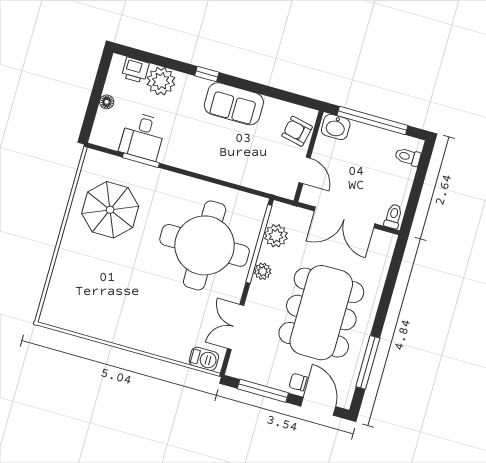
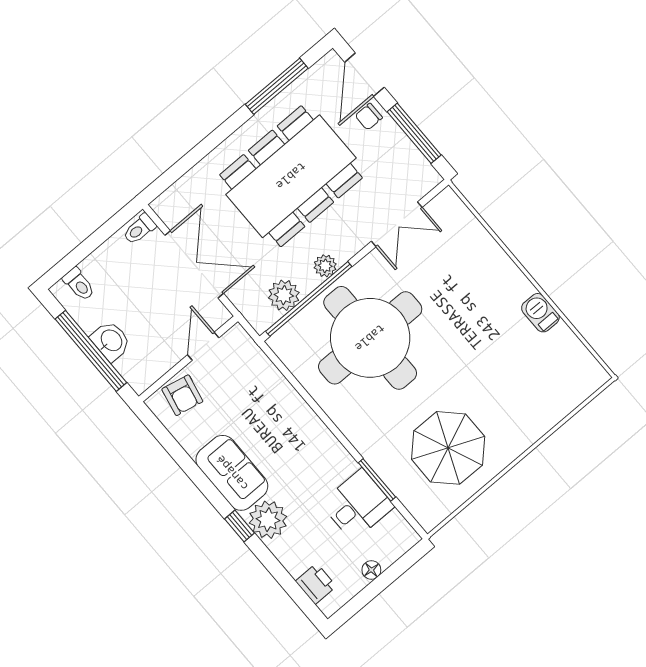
plant: (161, 81) -> (268, 520), moved
washbasin: (336, 127) -> (111, 341), moved
barbecue: (204, 359) -> (540, 313), moved
chair: (298, 382) -> (369, 117), turned 90

